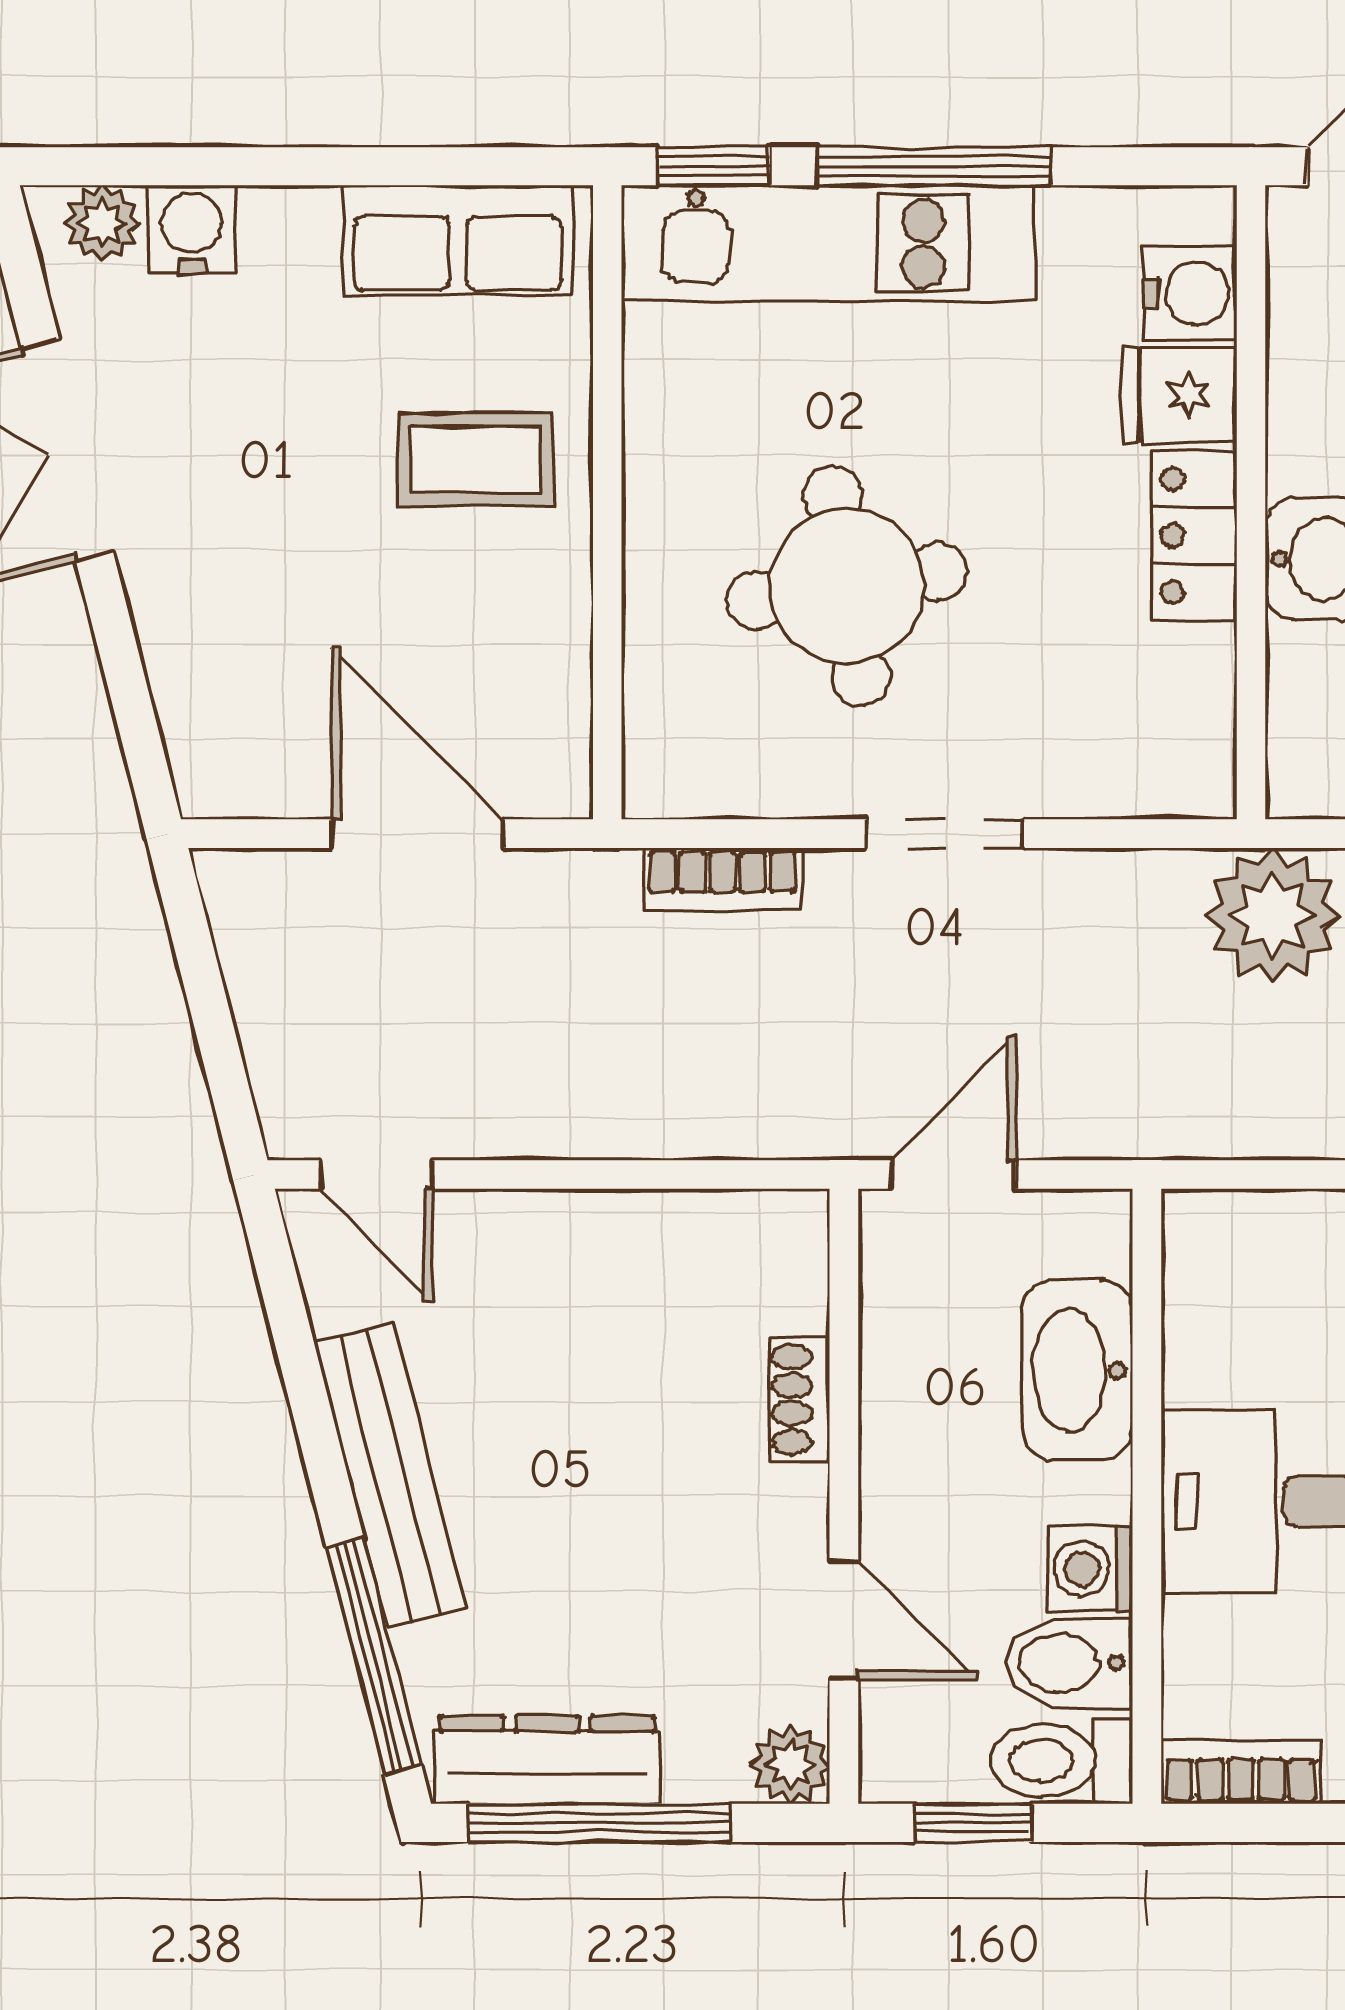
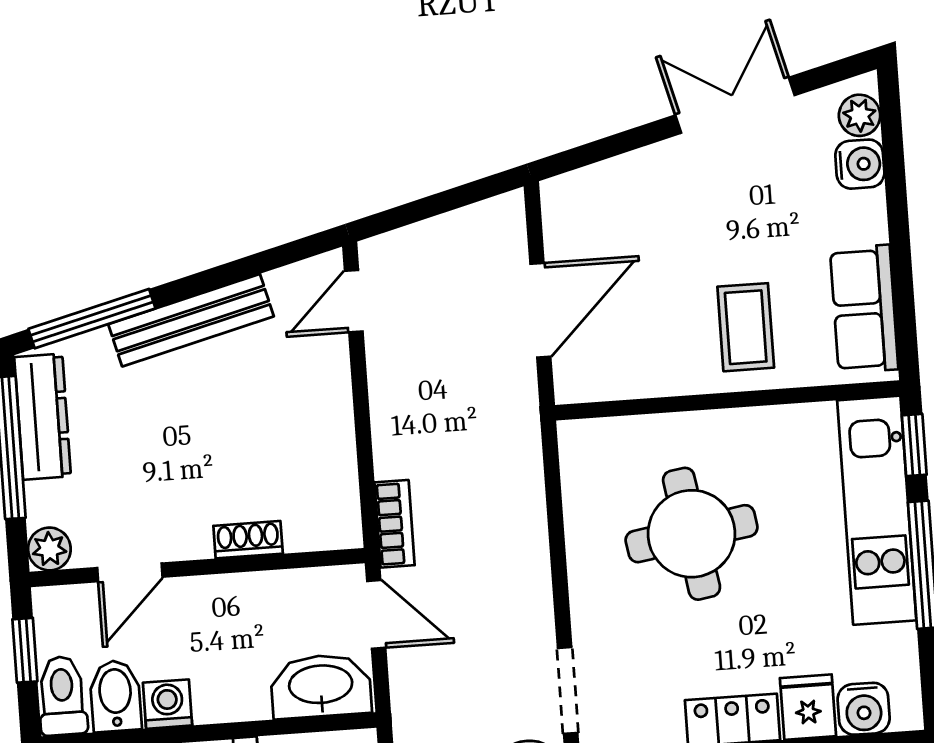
doorway: (945, 834) -> (568, 690), moved
bookcase: (723, 879) -> (395, 524), moved, turned 180
washbasin: (1077, 1370) -> (321, 686), moved

